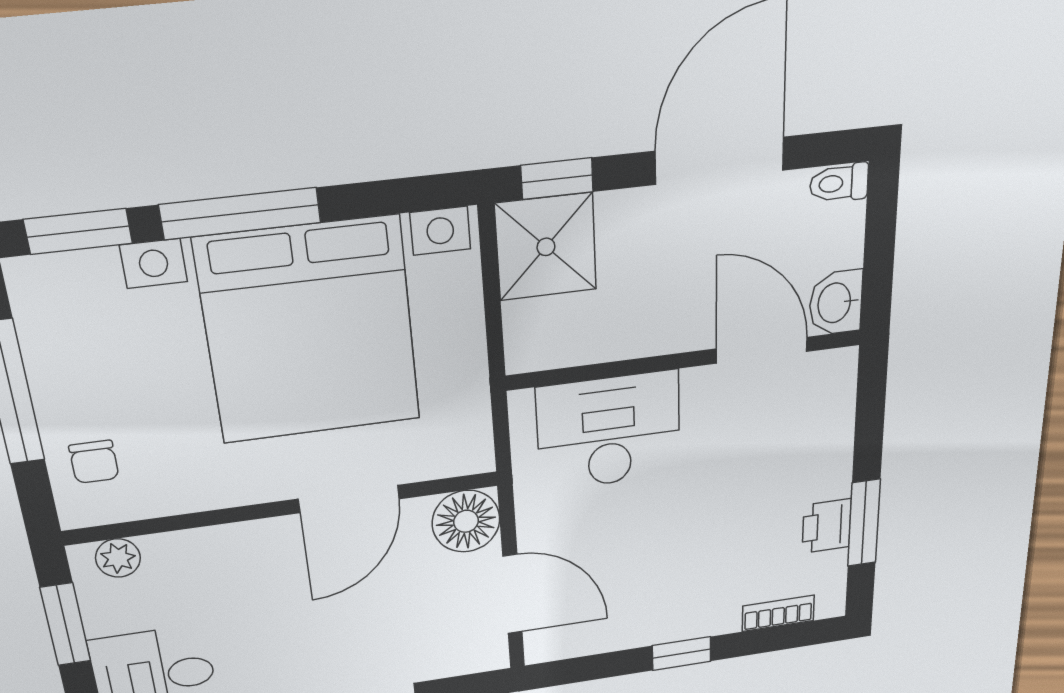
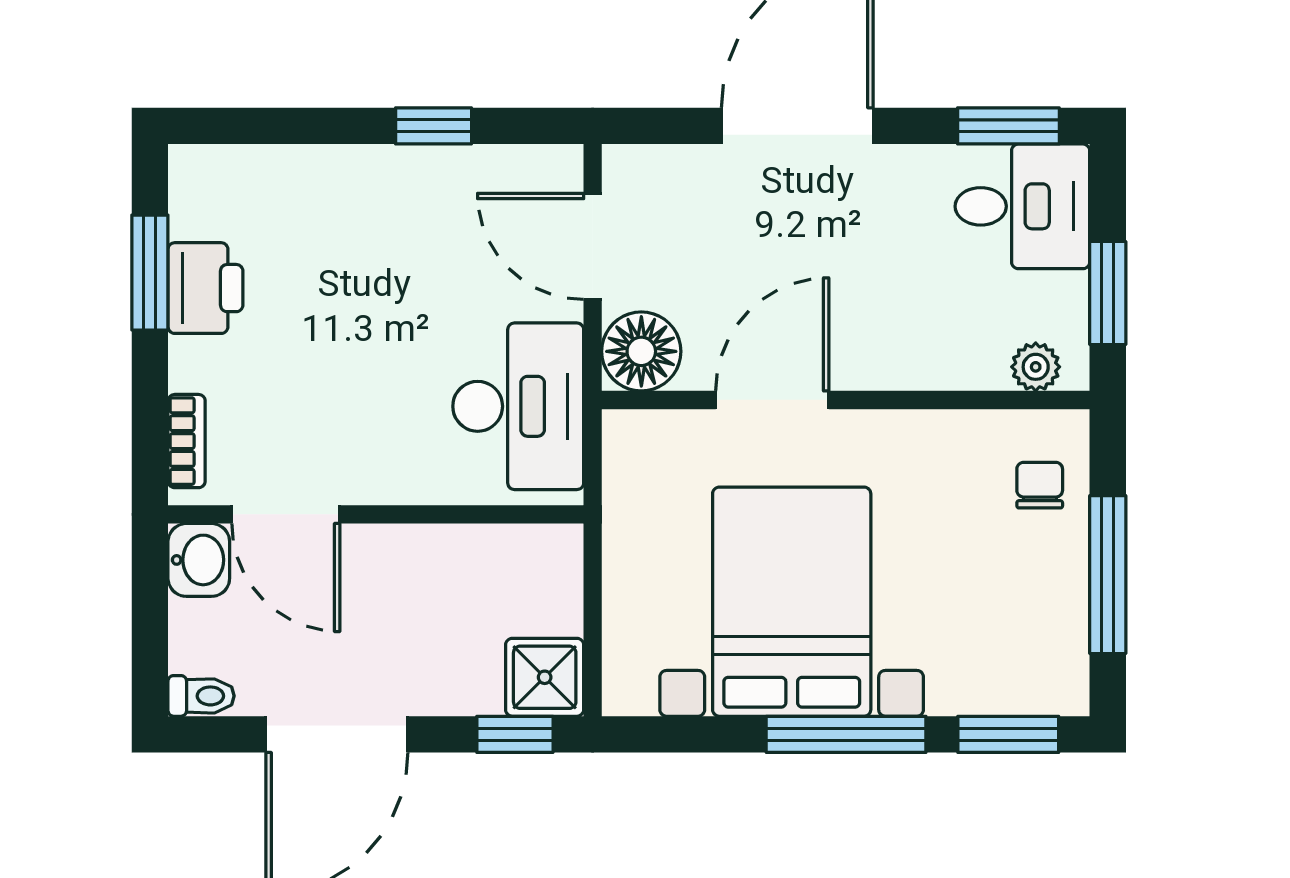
shower: (546, 247) -> (545, 677), width x0.73, depth x0.73
bed with nightstands: (310, 331) -> (792, 602), width x0.73
desk: (609, 431) -> (518, 406), moved, turned -90
printer: (827, 526) -> (205, 288), width x1.36, depth x1.24
bookcase: (778, 613) -> (187, 441), moved, turned -90
window: (682, 653) -> (434, 126), moved

